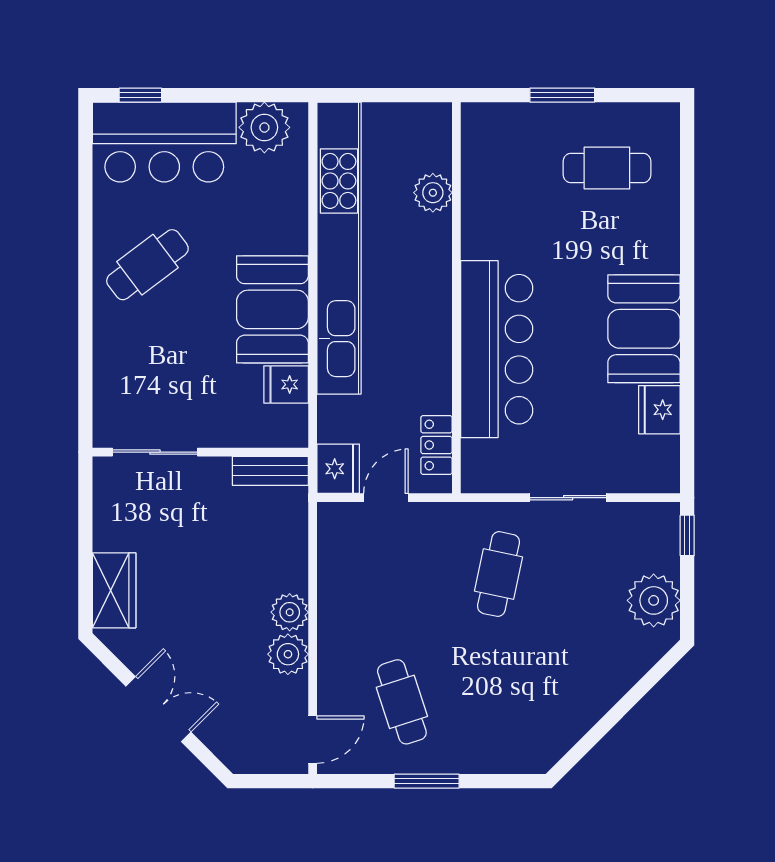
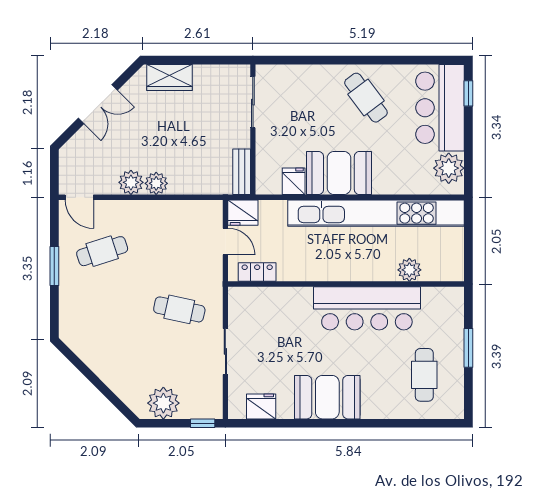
bar counter: (497, 349) -> (367, 308), moved
fridge: (659, 410) -> (261, 406), moved

